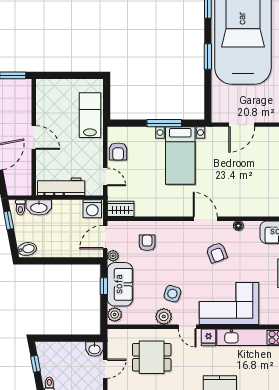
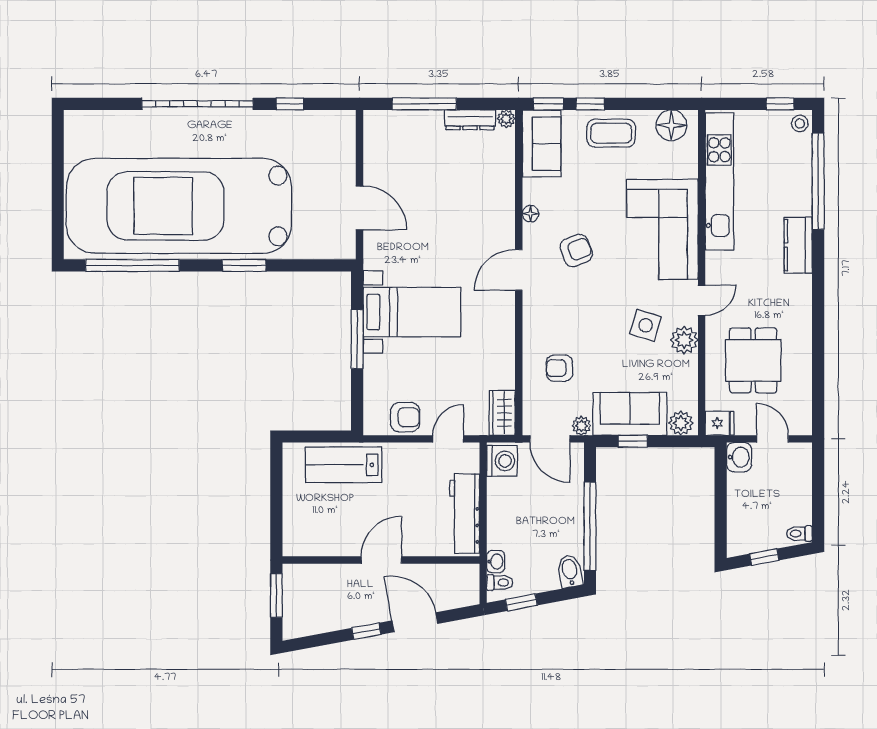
washbasin: (39, 207) -> (496, 562), width x0.52, depth x0.69
window: (54, 261) -> (590, 526), added
fridge: (209, 337) -> (720, 423), moved

